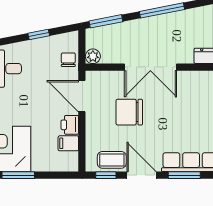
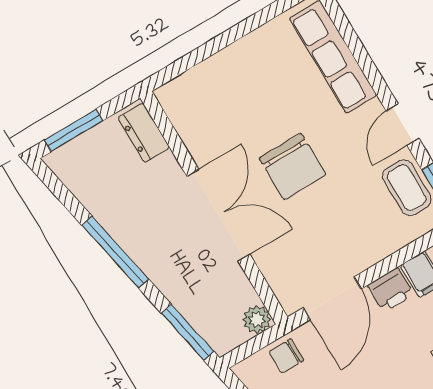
chair: (129, 112) -> (293, 166), moved
door: (141, 175) -> (402, 124), width x0.73
window: (184, 175) -> (361, 55), removed

